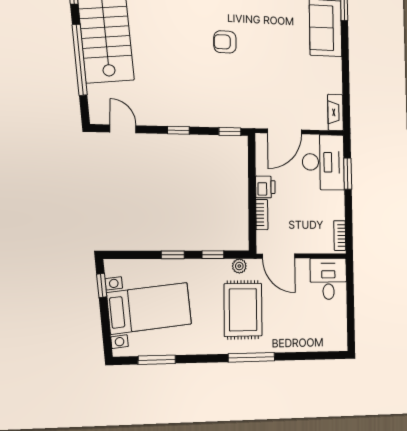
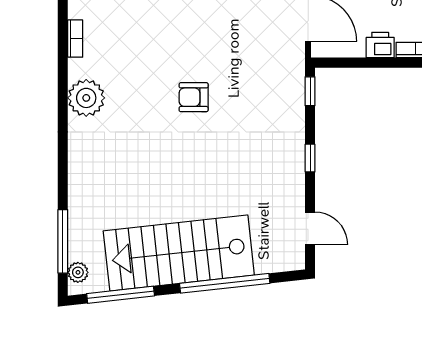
armchair: (225, 42) -> (194, 97), turned 90
door: (123, 129) -> (310, 228), swing flipped

